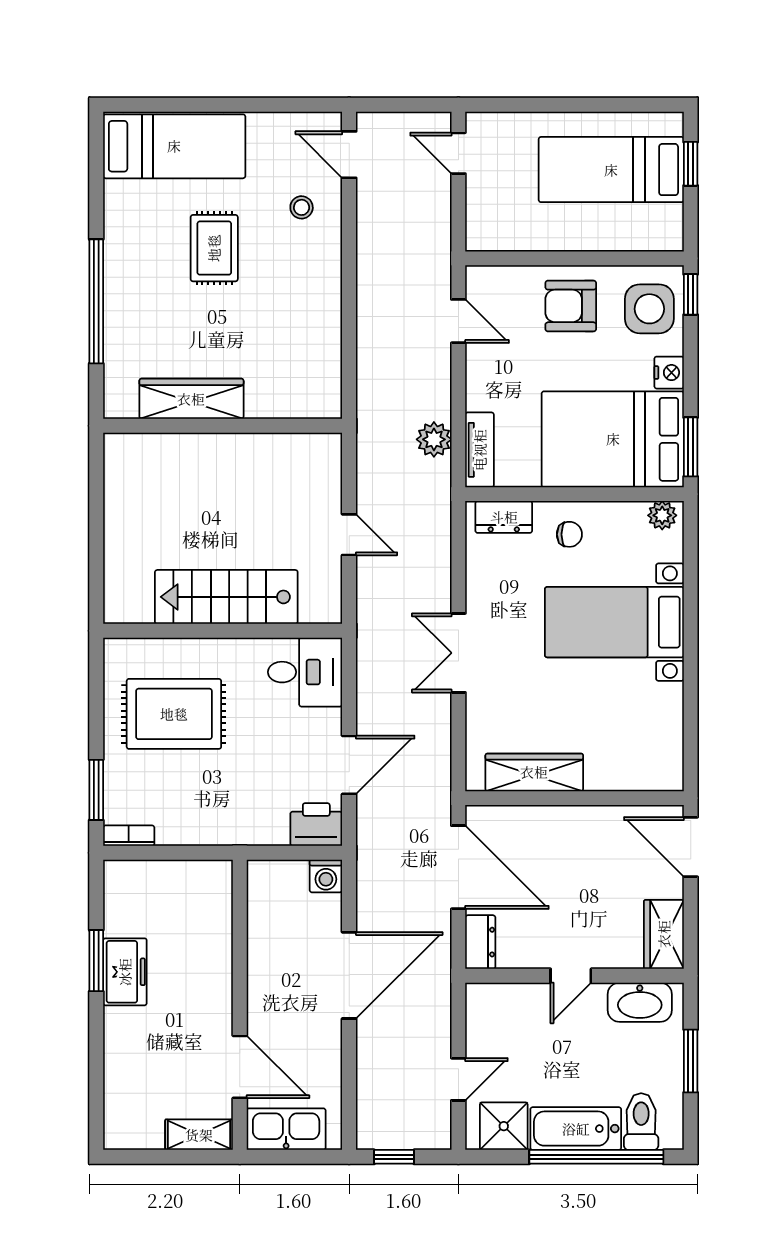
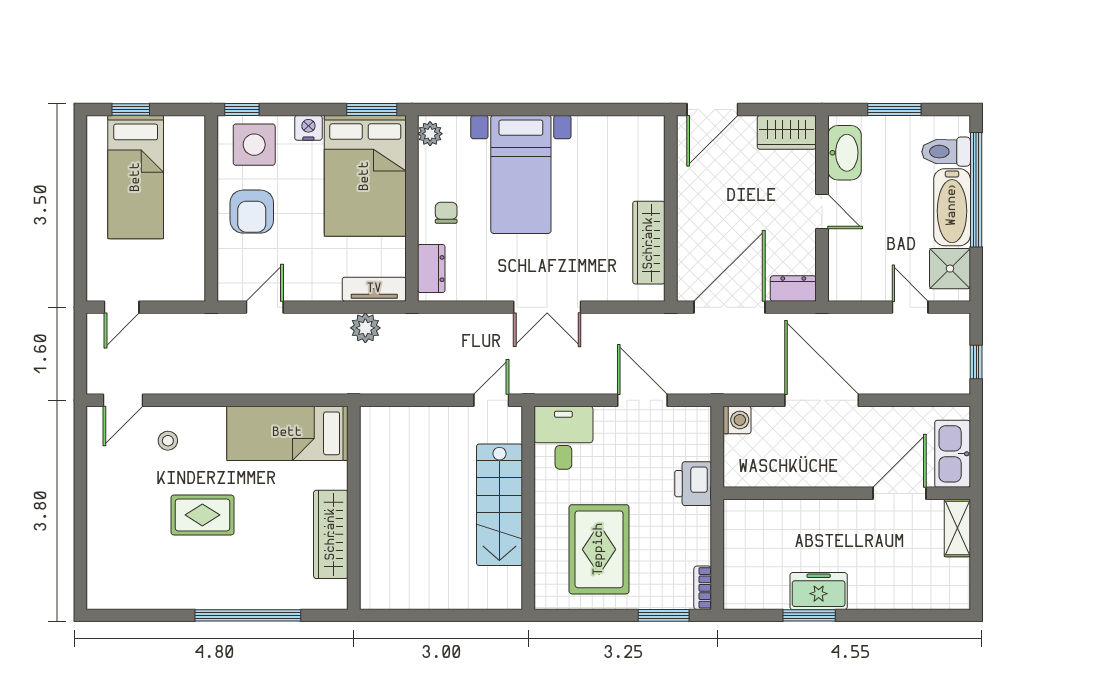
bed: (174, 146) -> (287, 433), moved, turned -90
door: (349, 535) -> (491, 400), moved
printer: (316, 825) -> (693, 484), moved

